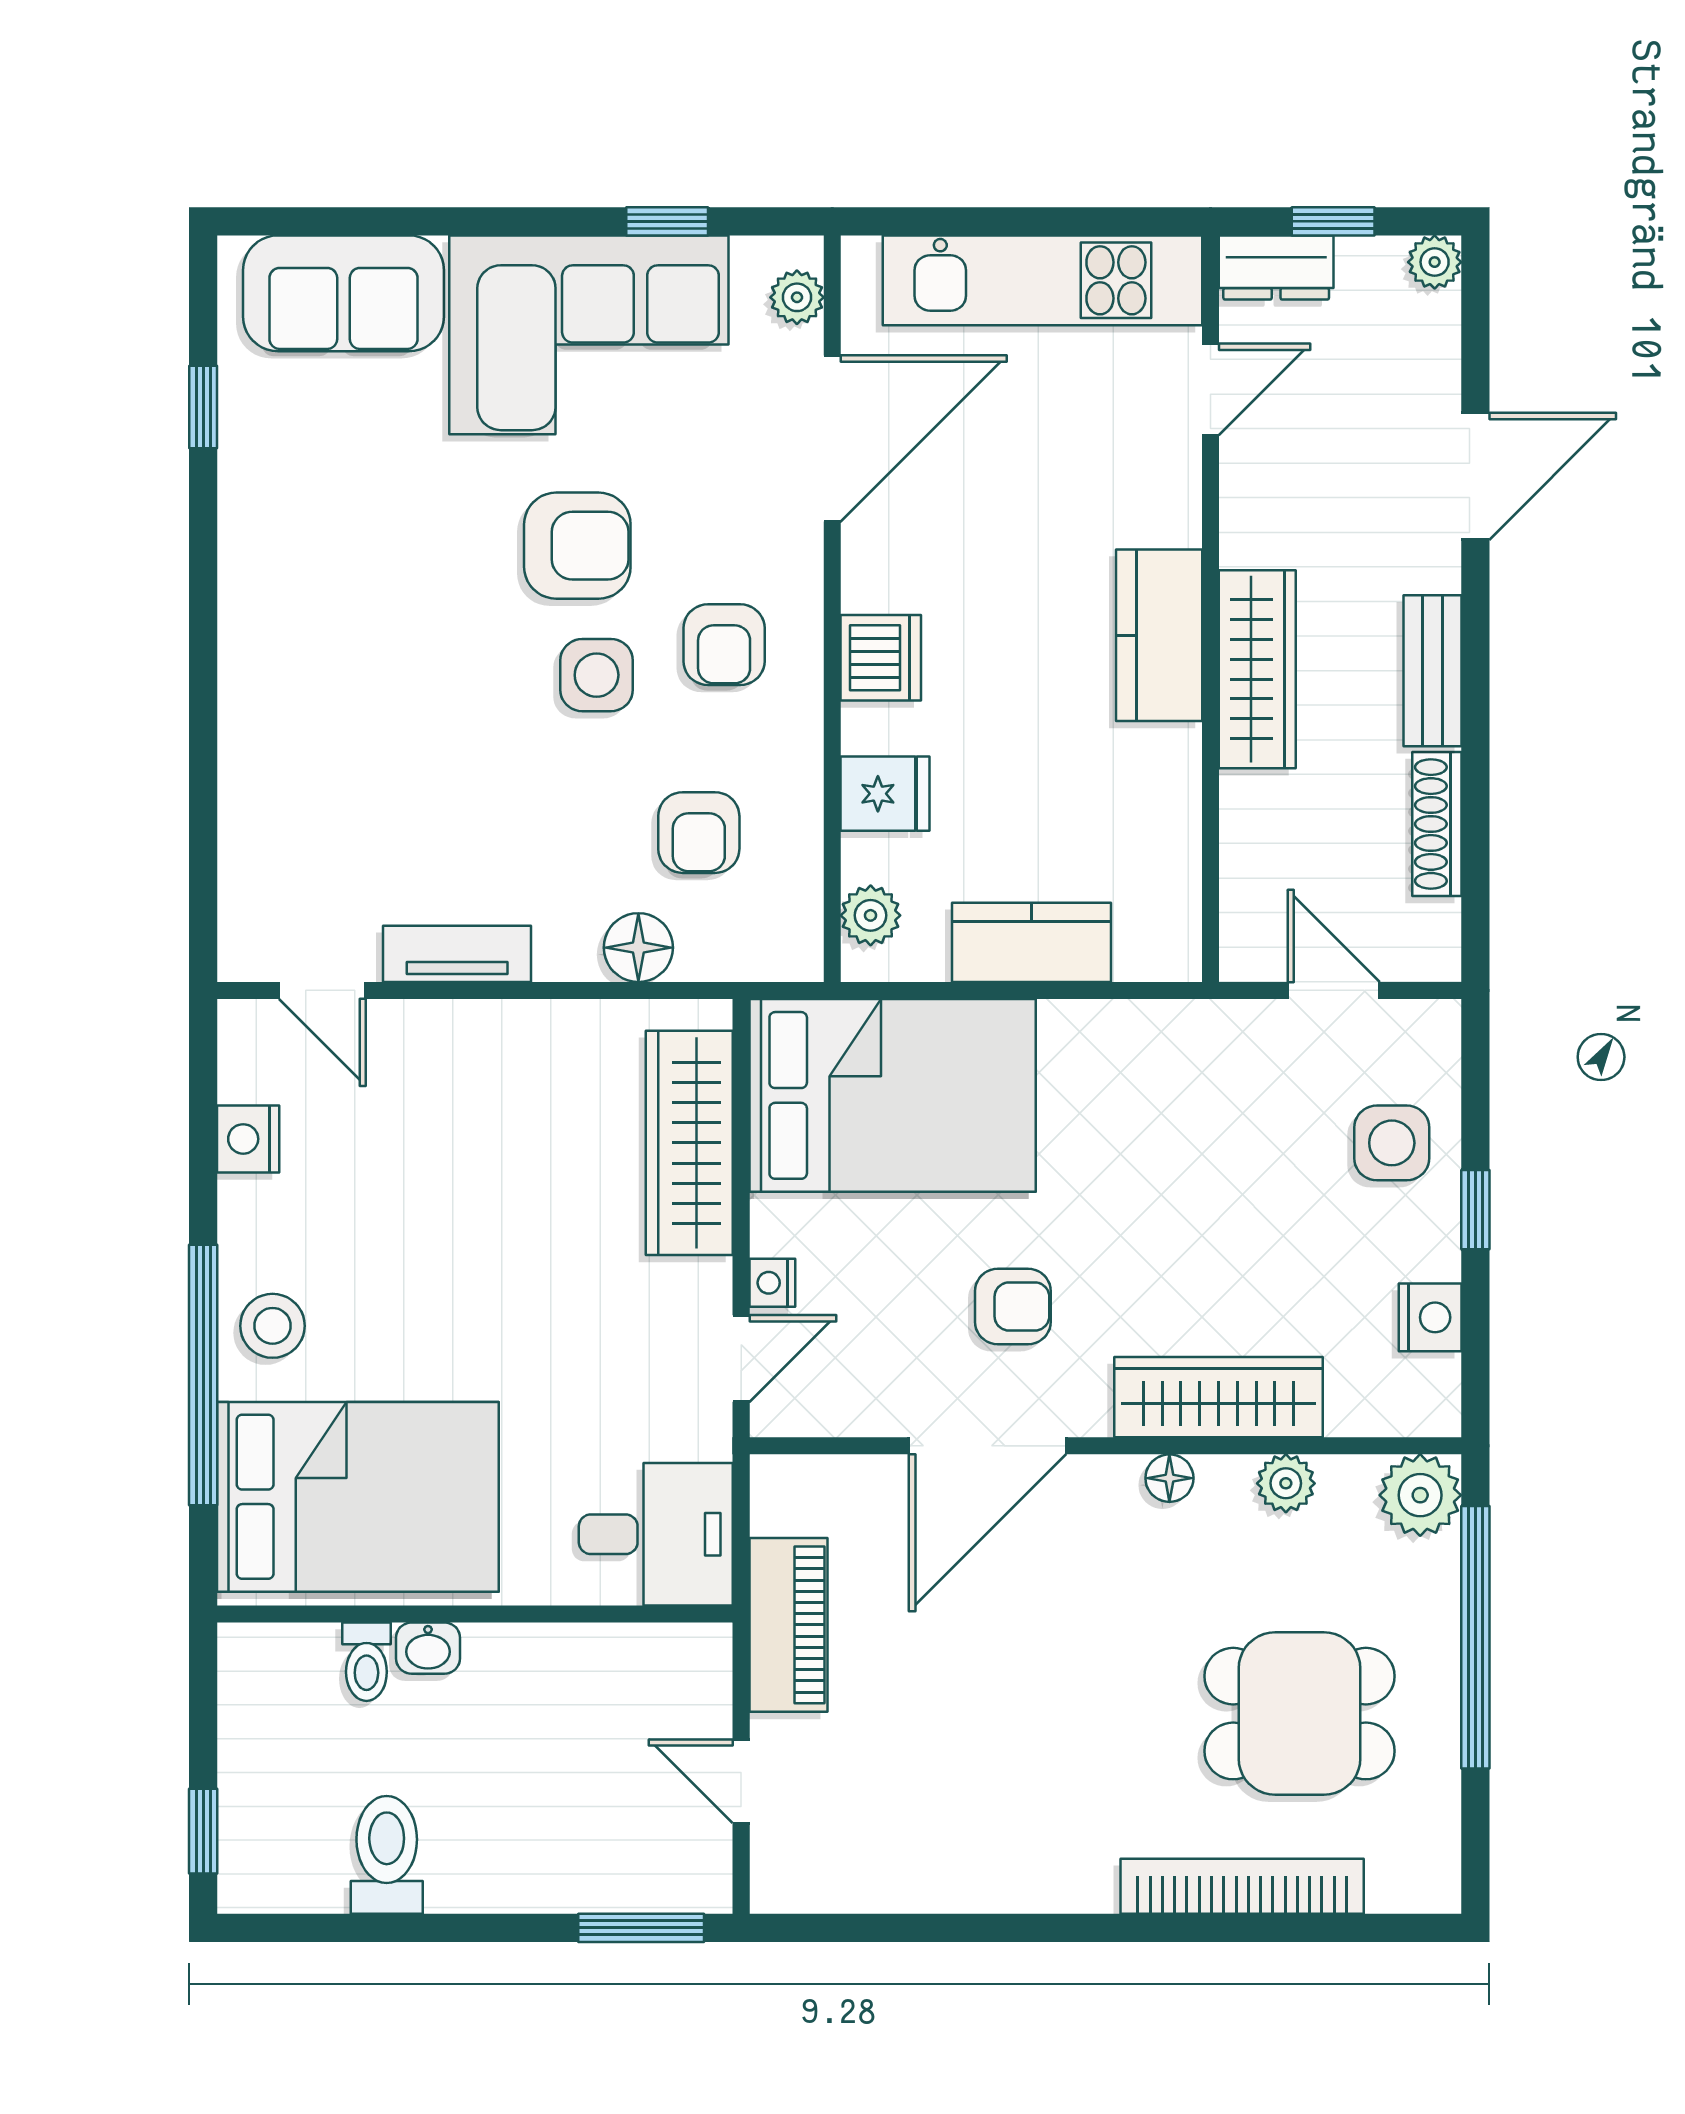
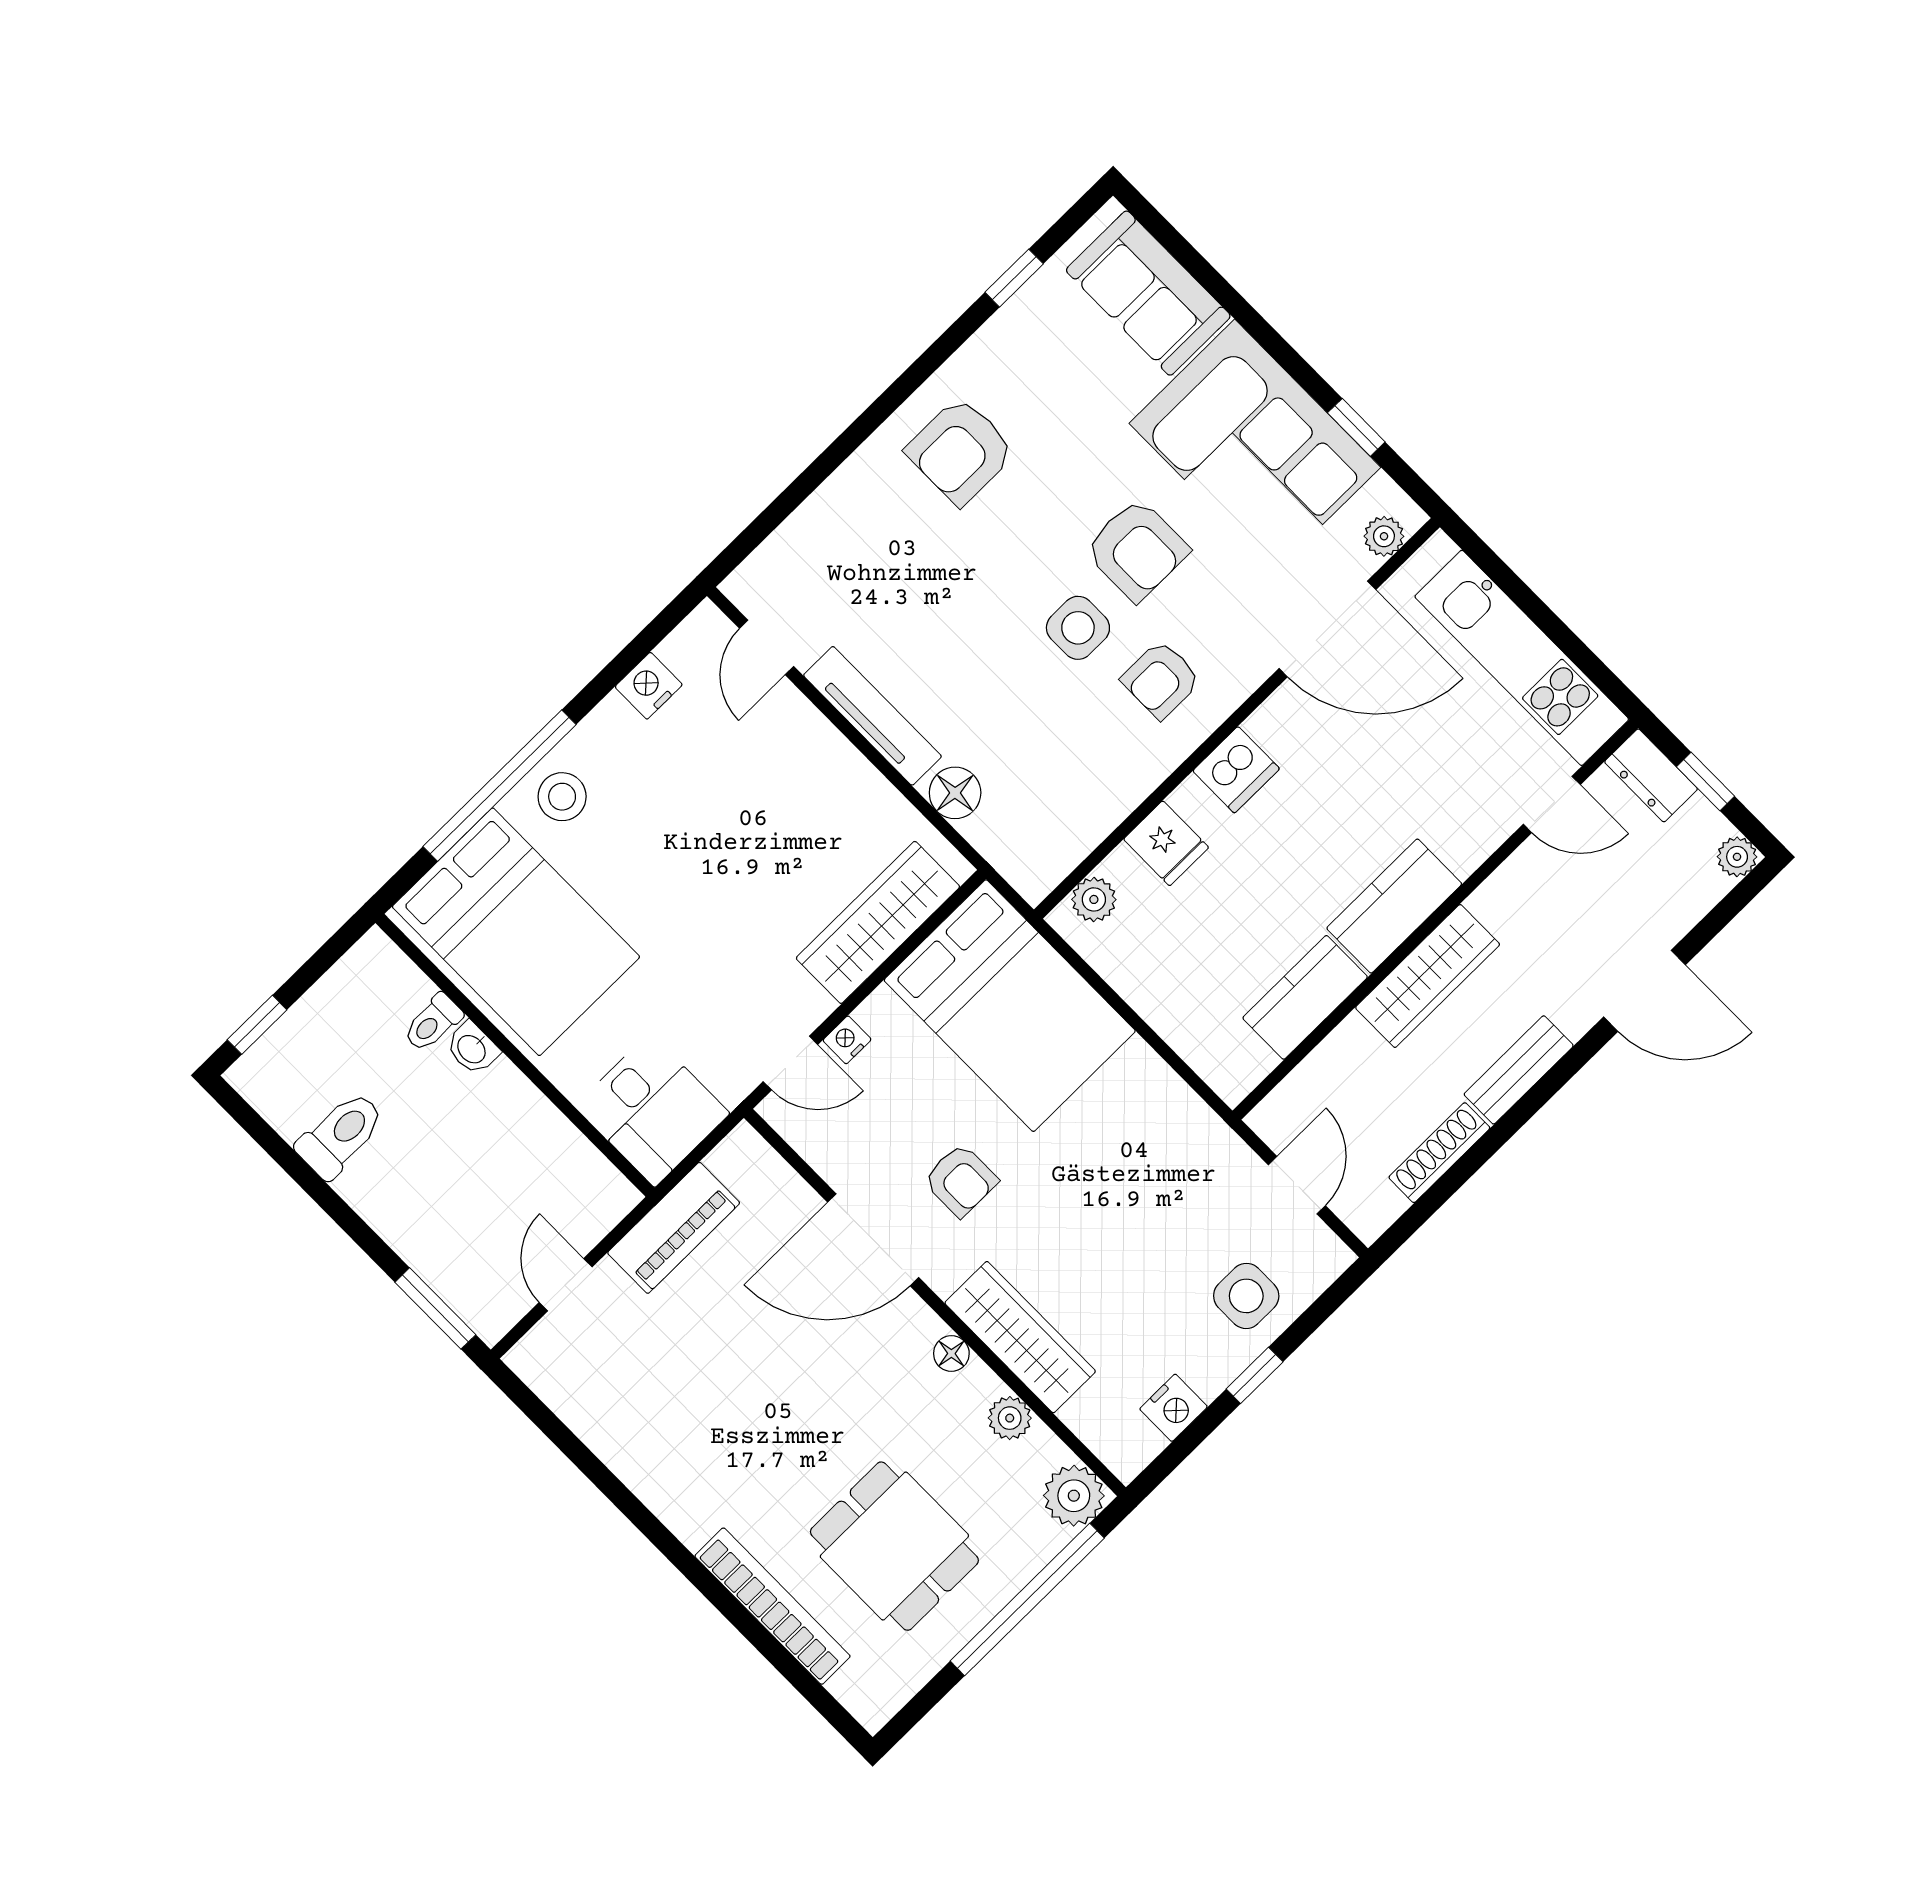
armchair: (699, 833) -> (961, 451), moved, width x1.38, depth x1.38
kitchen counter: (1031, 942) -> (1305, 997), moved, turned -90
tv unit: (457, 954) -> (872, 716), width x1.41

